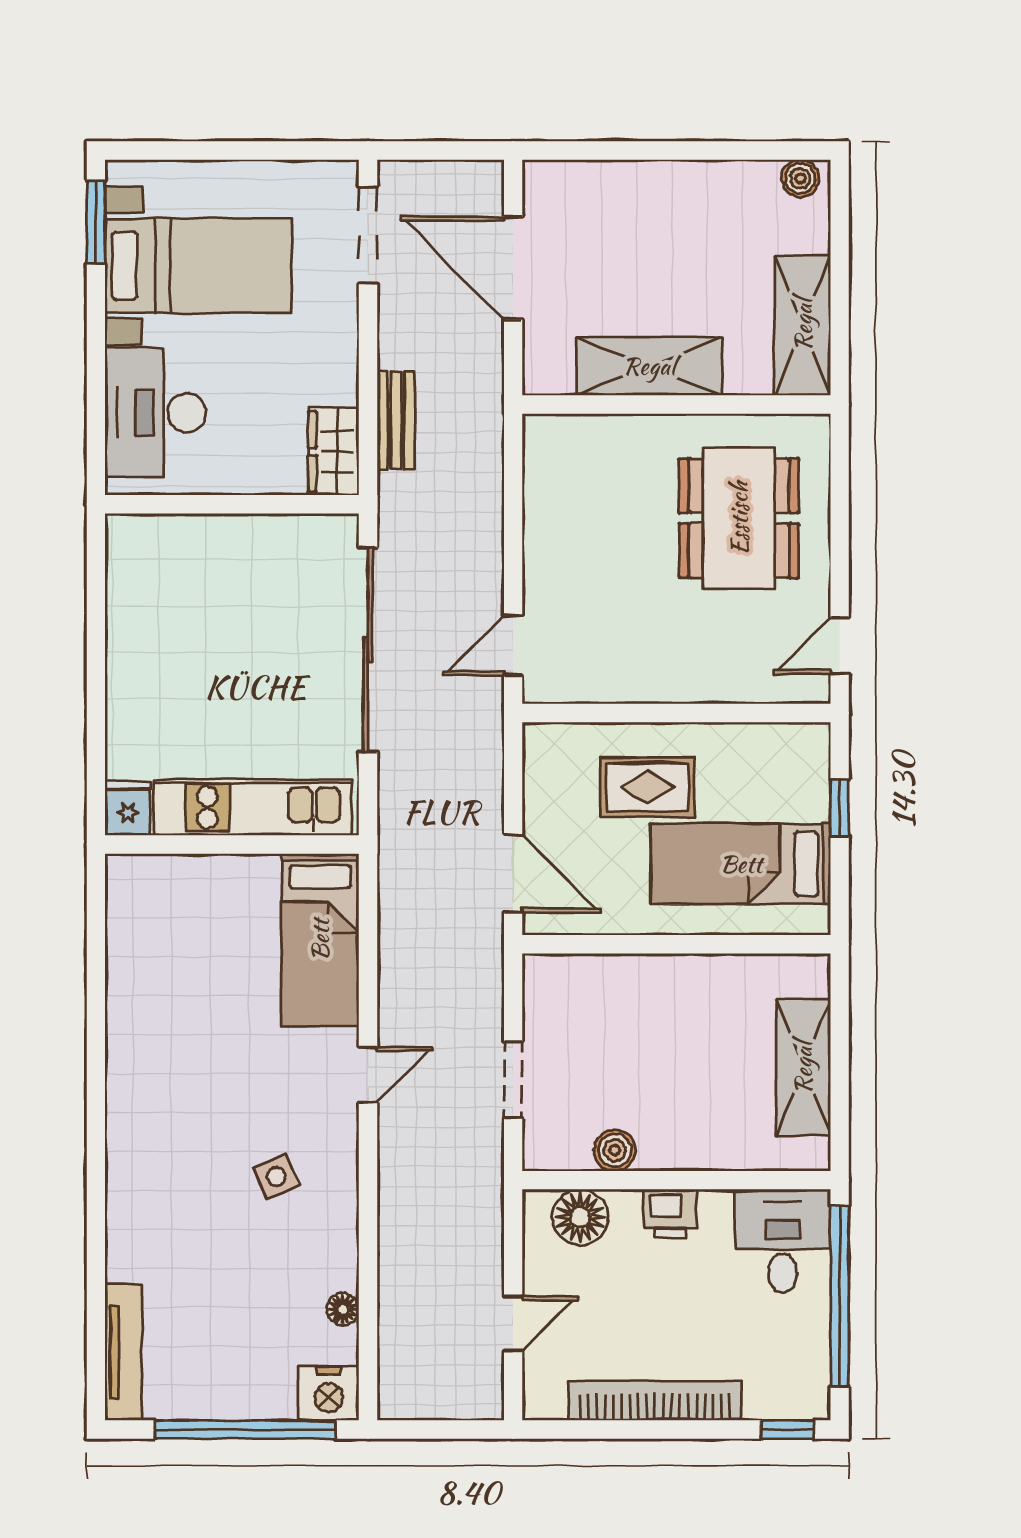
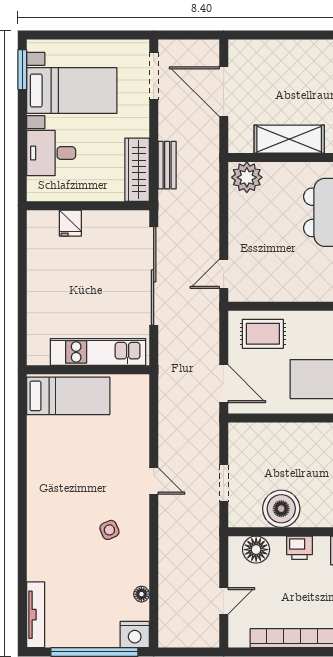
desk: (156, 413) -> (51, 153), width x0.73
plant: (561, 445) -> (247, 177), added
wardrobe: (334, 452) -> (137, 170), width x1.50
rug: (648, 787) -> (263, 334), moved
fridge: (128, 808) -> (70, 223), moved, turned 180
bed: (320, 940) -> (68, 396), moved, turned -90
door: (368, 1075) -> (154, 481), hinge flipped
boiler: (615, 1150) -> (281, 509), width x1.86, depth x1.86

